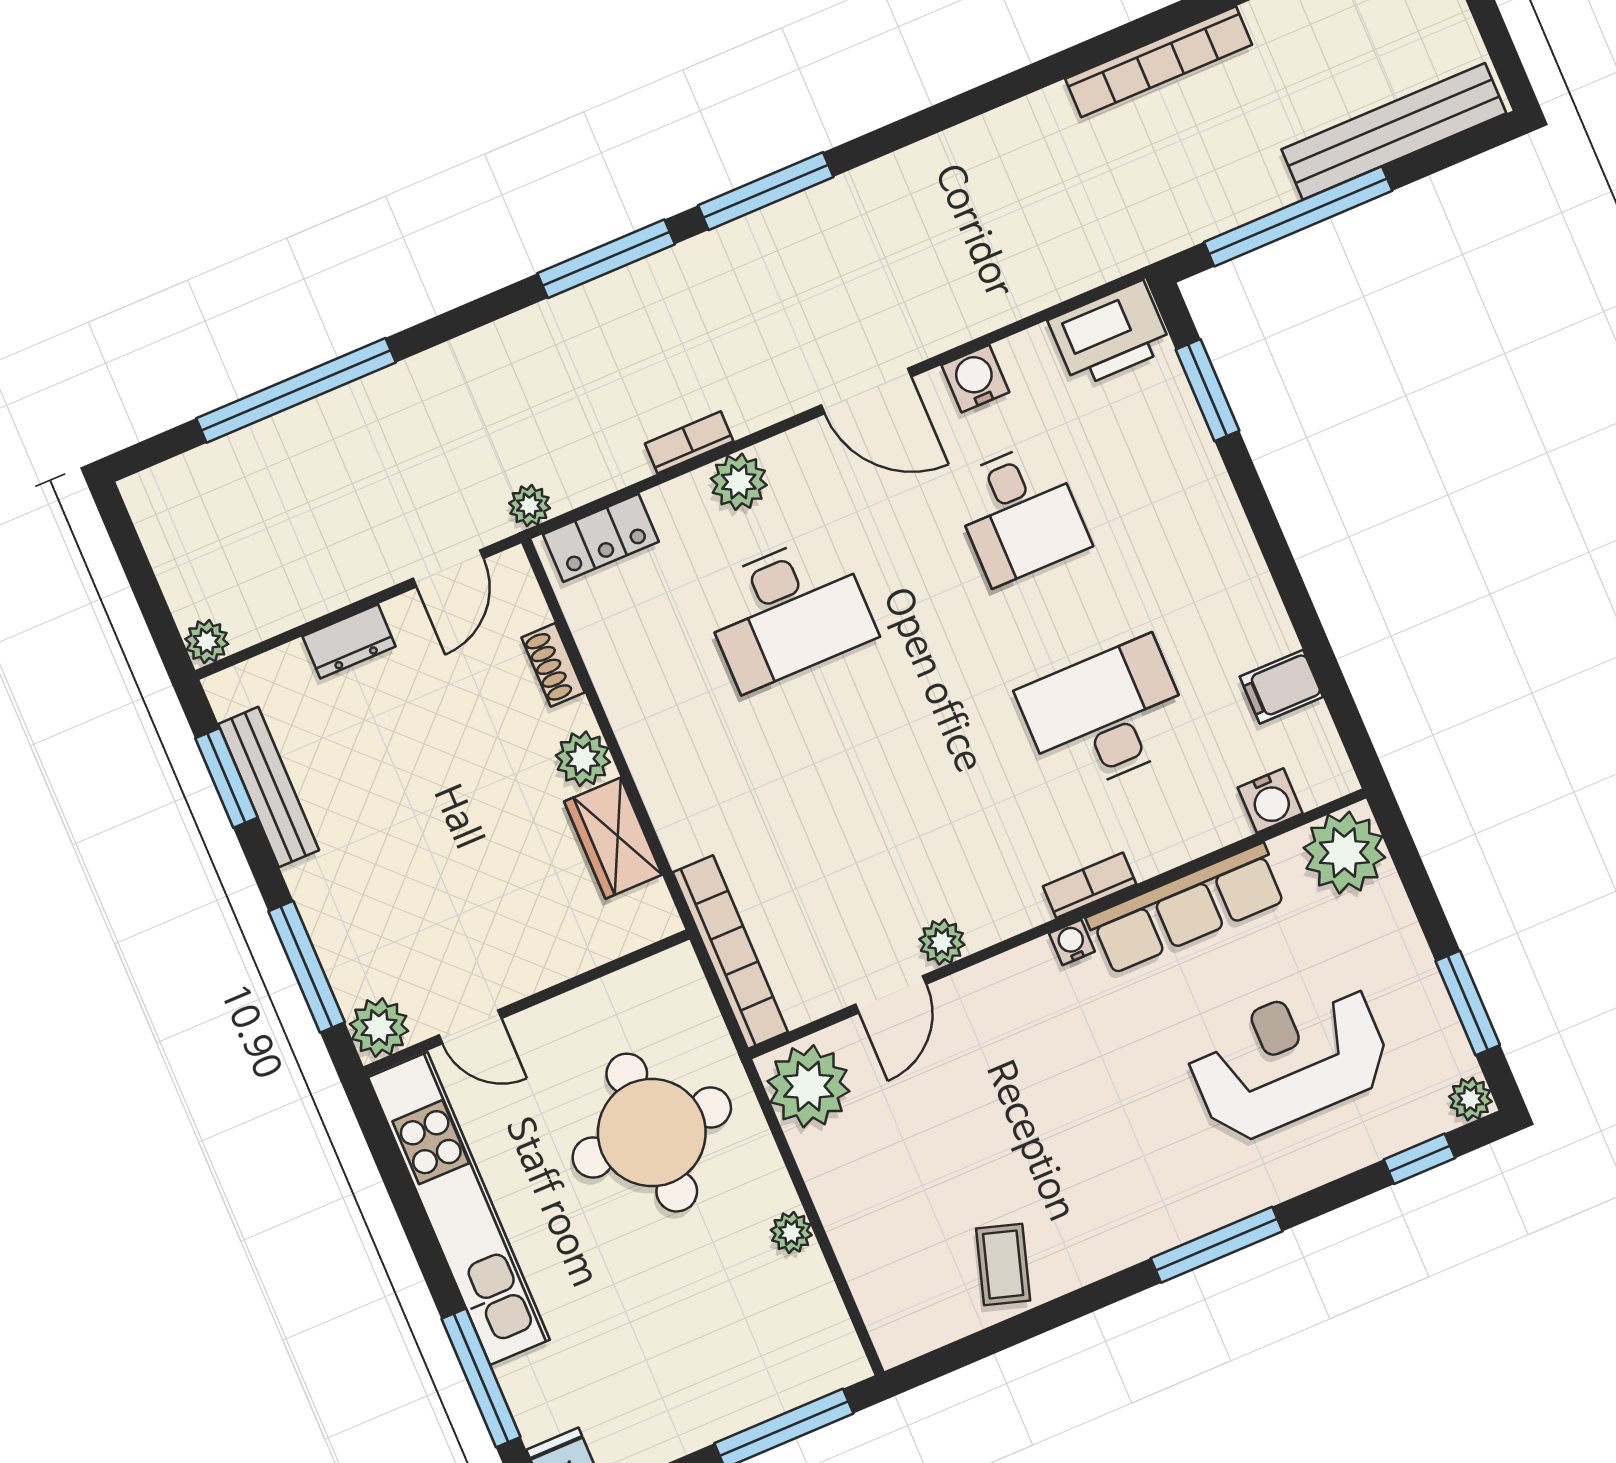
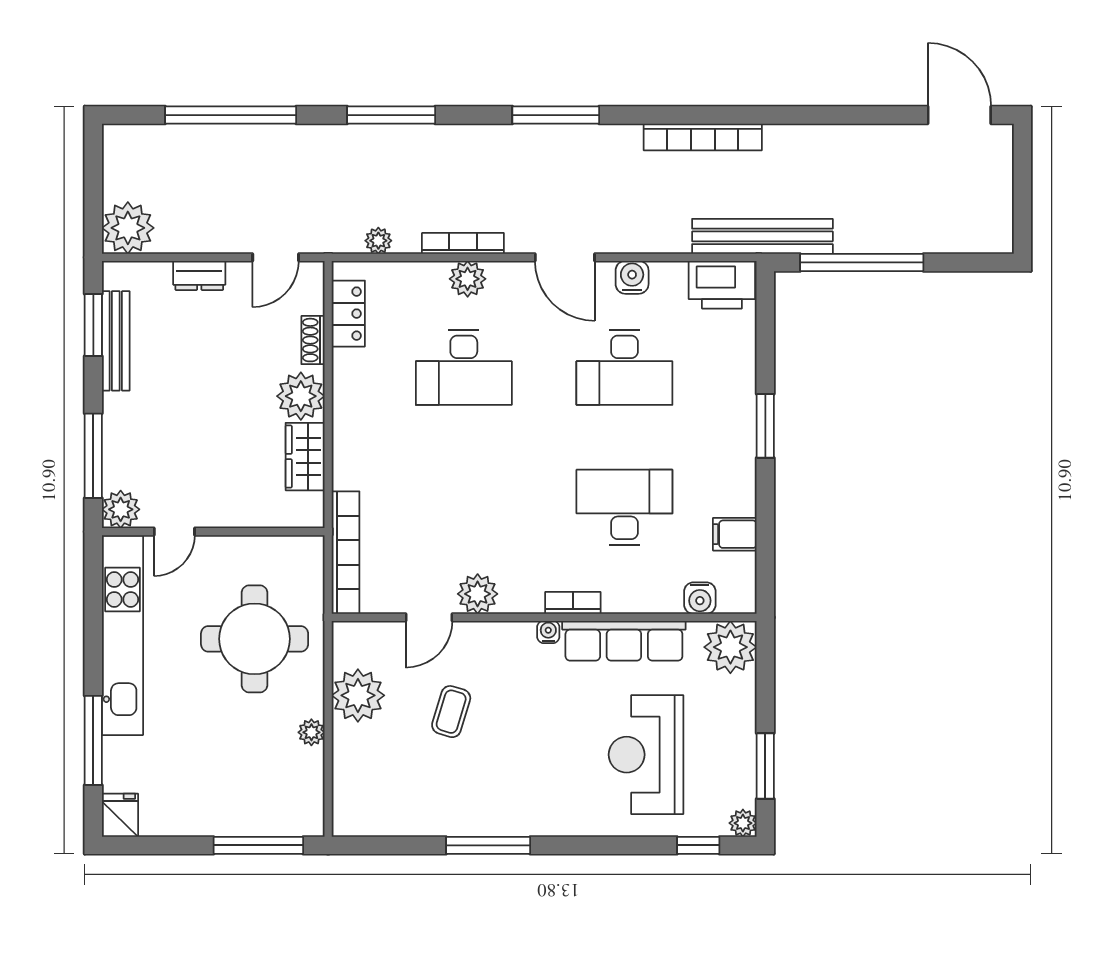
bookcase: (1159, 62) -> (703, 137), moved
bench: (1394, 131) -> (762, 236), moved
window: (606, 259) -> (391, 115), moved
window: (1208, 390) -> (765, 426), moved
bookcase: (689, 442) -> (463, 243), width x1.56
plant: (529, 506) -> (378, 241), moved
desk: (1020, 513) -> (624, 367), width x1.37
locker: (601, 538) -> (348, 314), moved, turned -90
plant: (207, 641) -> (128, 228), width x1.88, depth x1.88
plant: (583, 759) -> (301, 396), width x1.36, depth x1.36
plant: (942, 942) -> (478, 594), width x1.38, depth x1.38
door: (470, 1027) -> (174, 532), hinge flipped
reception desk: (1288, 1060) -> (646, 755), turned -90
plant: (809, 1086) -> (358, 695), moved
window: (1217, 1245) -> (488, 845), moved
coffee table: (1003, 1264) -> (451, 712), moved

